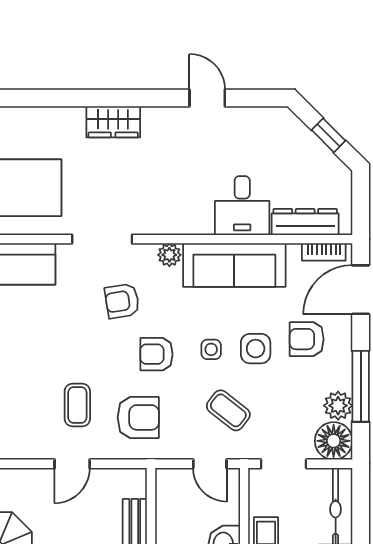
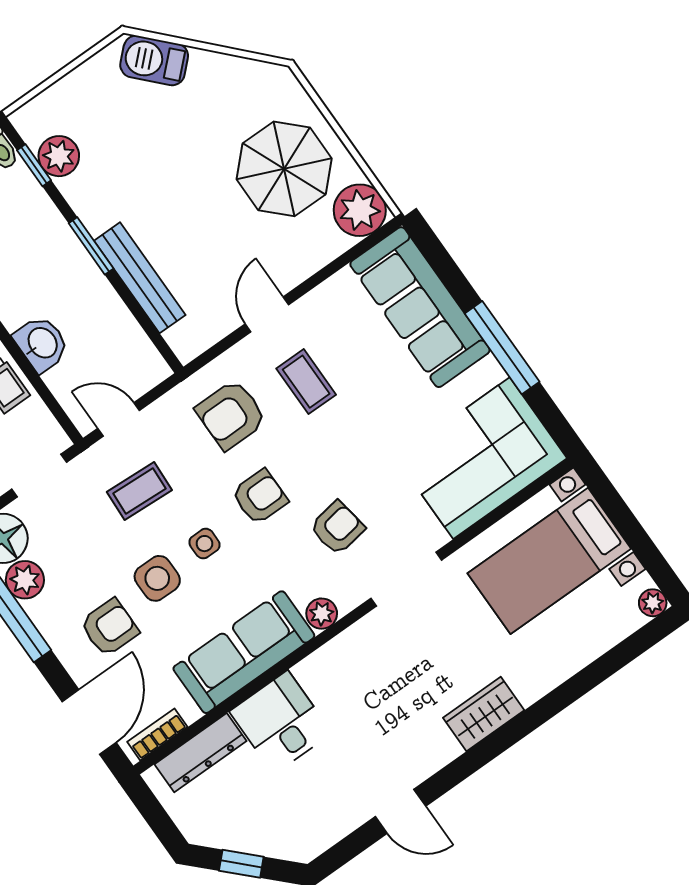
coffee table: (228, 410) -> (139, 491), turned -35

